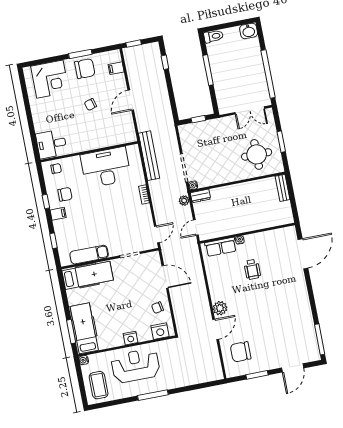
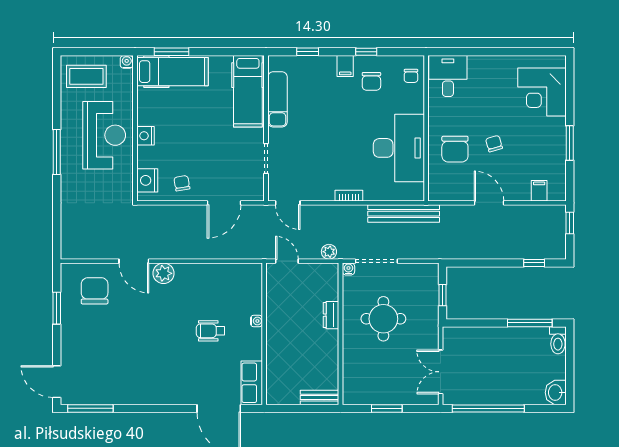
chair: (85, 69) -> (455, 149), moved
window: (208, 70) -> (530, 323), moved
round table: (257, 154) -> (383, 319), moved
dresser: (200, 196) -> (331, 315), moved
row of seats: (221, 247) -> (252, 383), moved
door: (293, 368) -> (57, 382), moved

